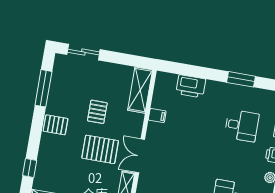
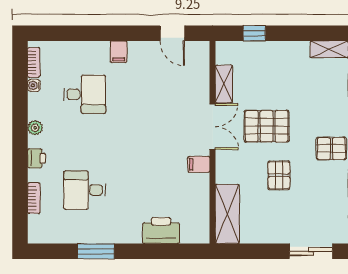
filing cabinet: (157, 115) -> (199, 164), moved

